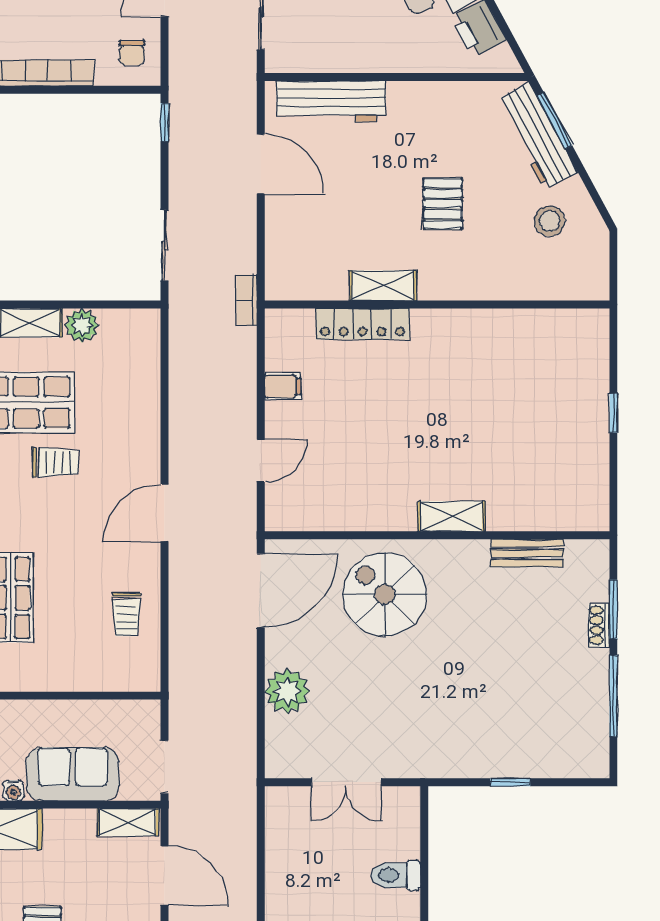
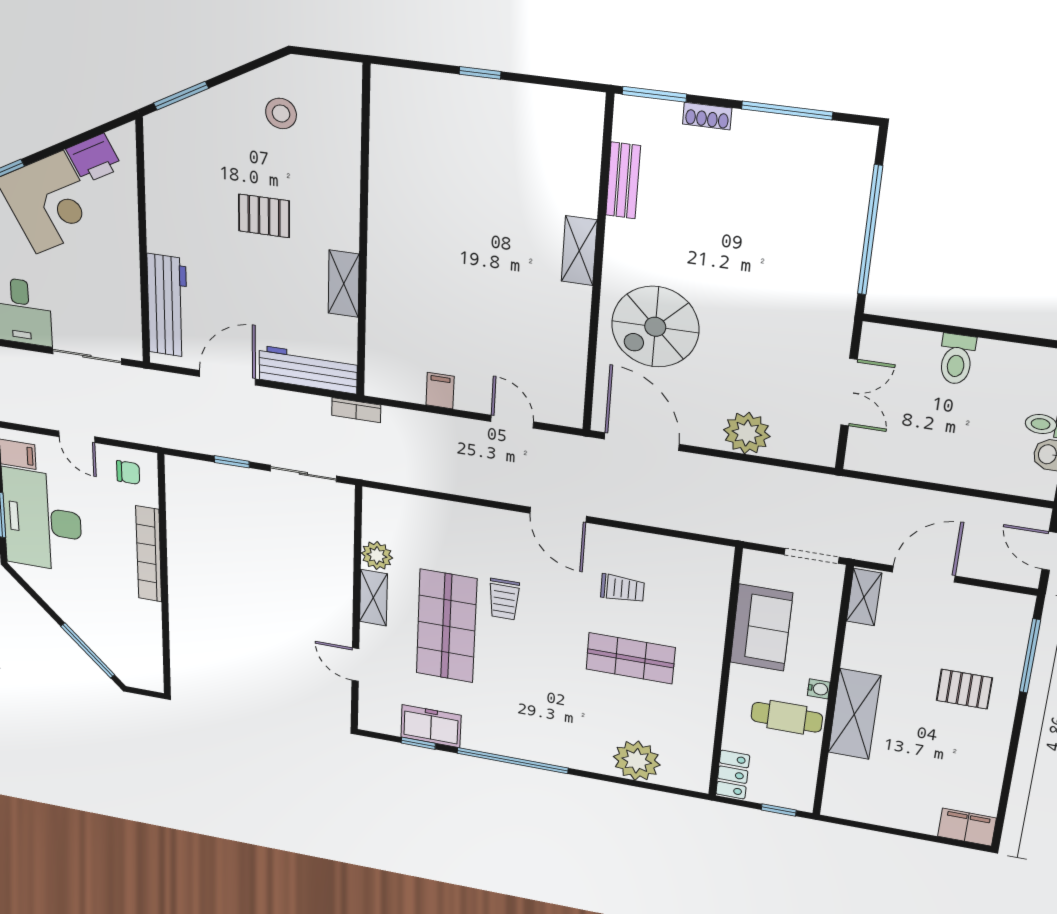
window: (165, 122) -> (232, 462), moved
workbench: (537, 136) -> (308, 370), moved, turned -152
locker: (363, 324) -> (381, 308), removed
trolley: (55, 462) -> (504, 599), turned 180
window: (613, 609) -> (654, 94), moved
trolley: (126, 615) -> (622, 589), moved
sofa: (73, 774) -> (761, 628), moved, turned 180
window: (510, 782) -> (870, 230), width x3.17

